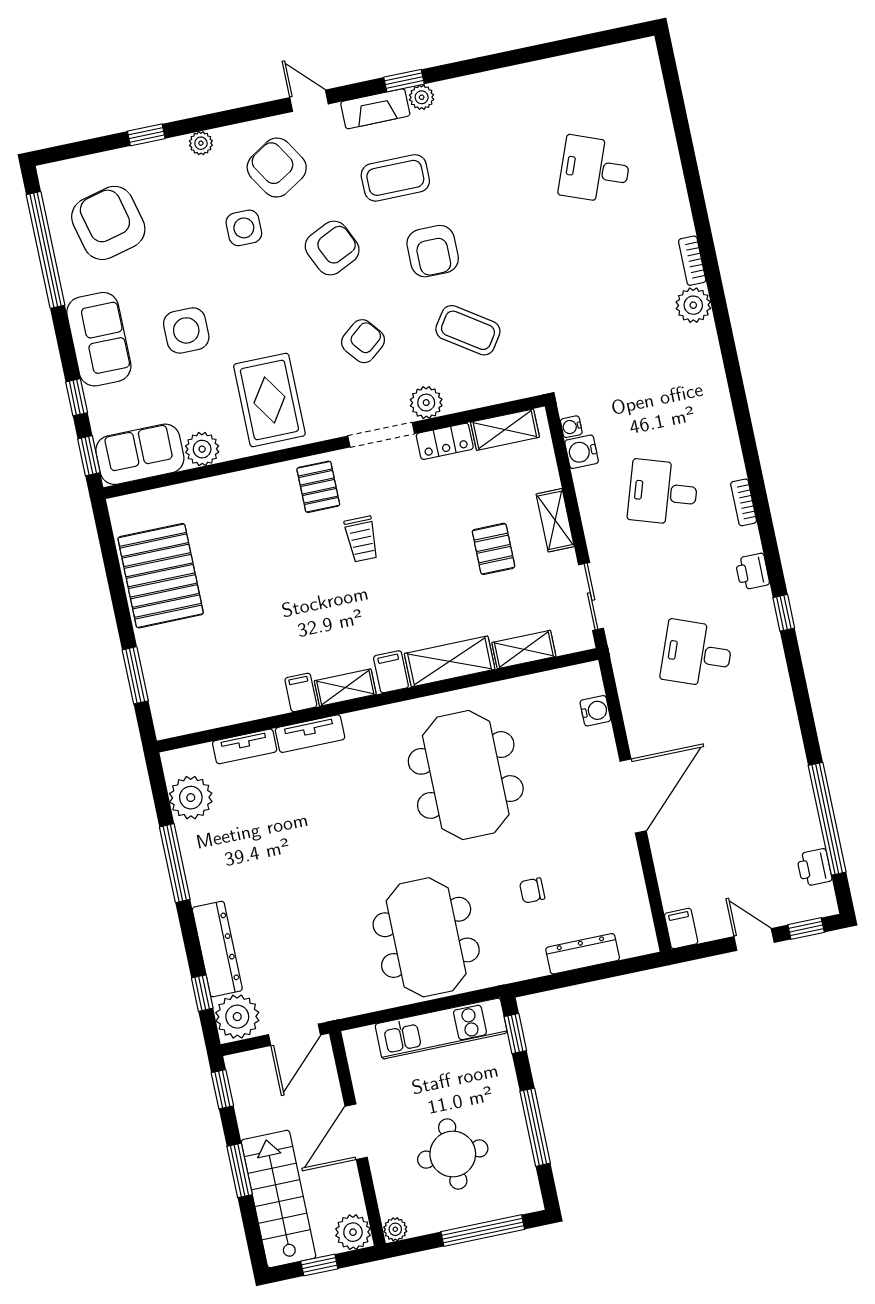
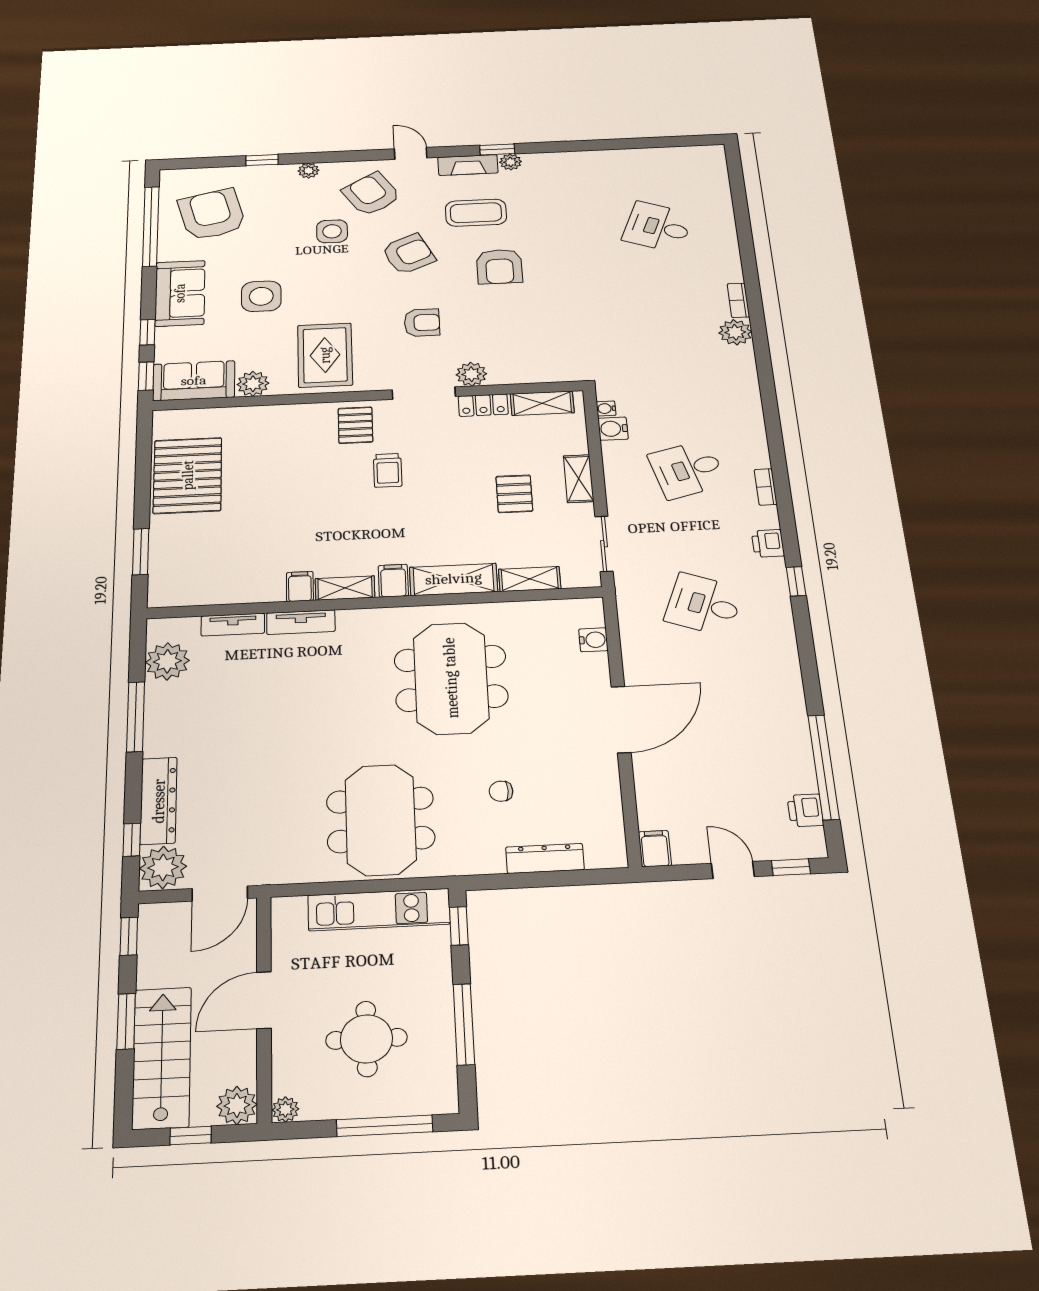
coffee table: (468, 330) -> (521, 326), removed
armchair: (363, 341) -> (422, 323), turned 39
desk: (663, 492) -> (687, 469), turned -33

